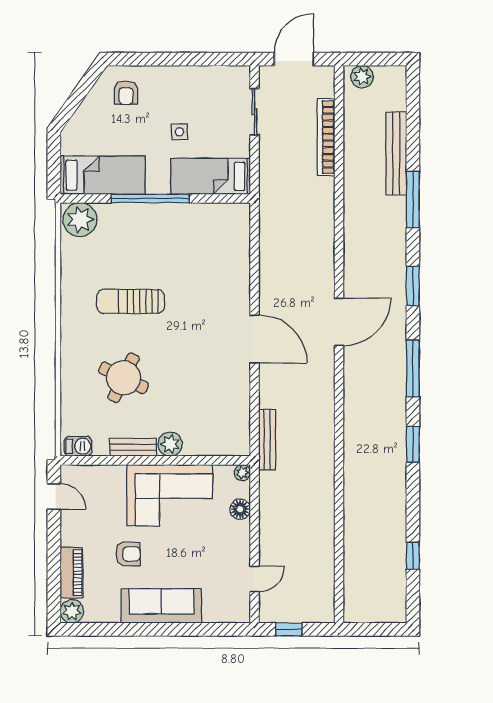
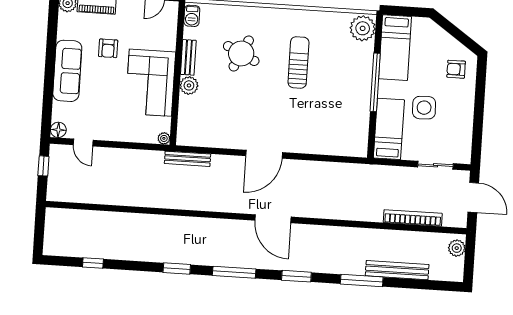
side table: (179, 132) -> (424, 108), width x1.87, depth x1.87
floor lamp: (240, 509) -> (58, 130), moved

